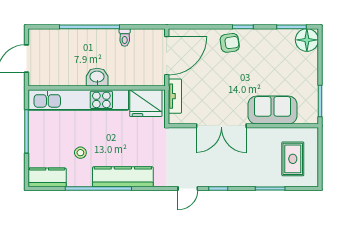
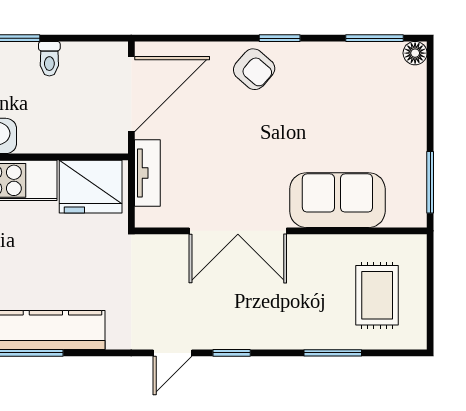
floor lamp: (307, 40) -> (415, 53), width x0.53, depth x0.53
armchair: (230, 43) -> (254, 69), turned 49

